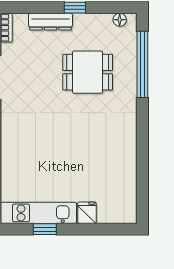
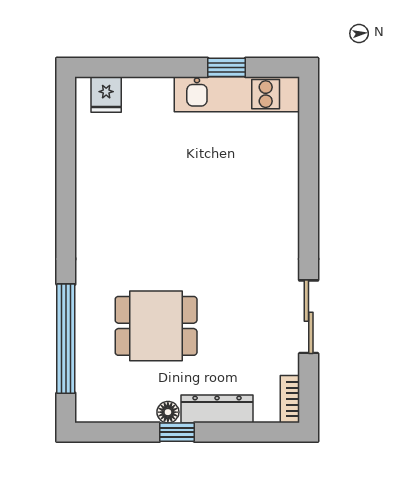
floor lamp: (120, 20) -> (168, 412), moved
fridge: (87, 213) -> (106, 94), moved

